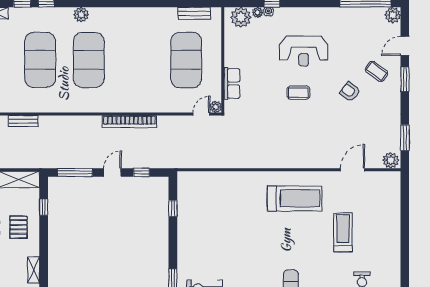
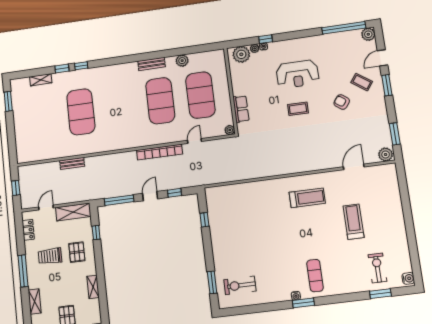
bench: (194, 13) -> (152, 64), moved
plant: (81, 15) -> (182, 61), moved
exercise mat: (89, 60) -> (160, 101), moved
door: (201, 114) -> (195, 141), moved
treadmill: (295, 198) -> (307, 198), width x0.73, depth x0.73

